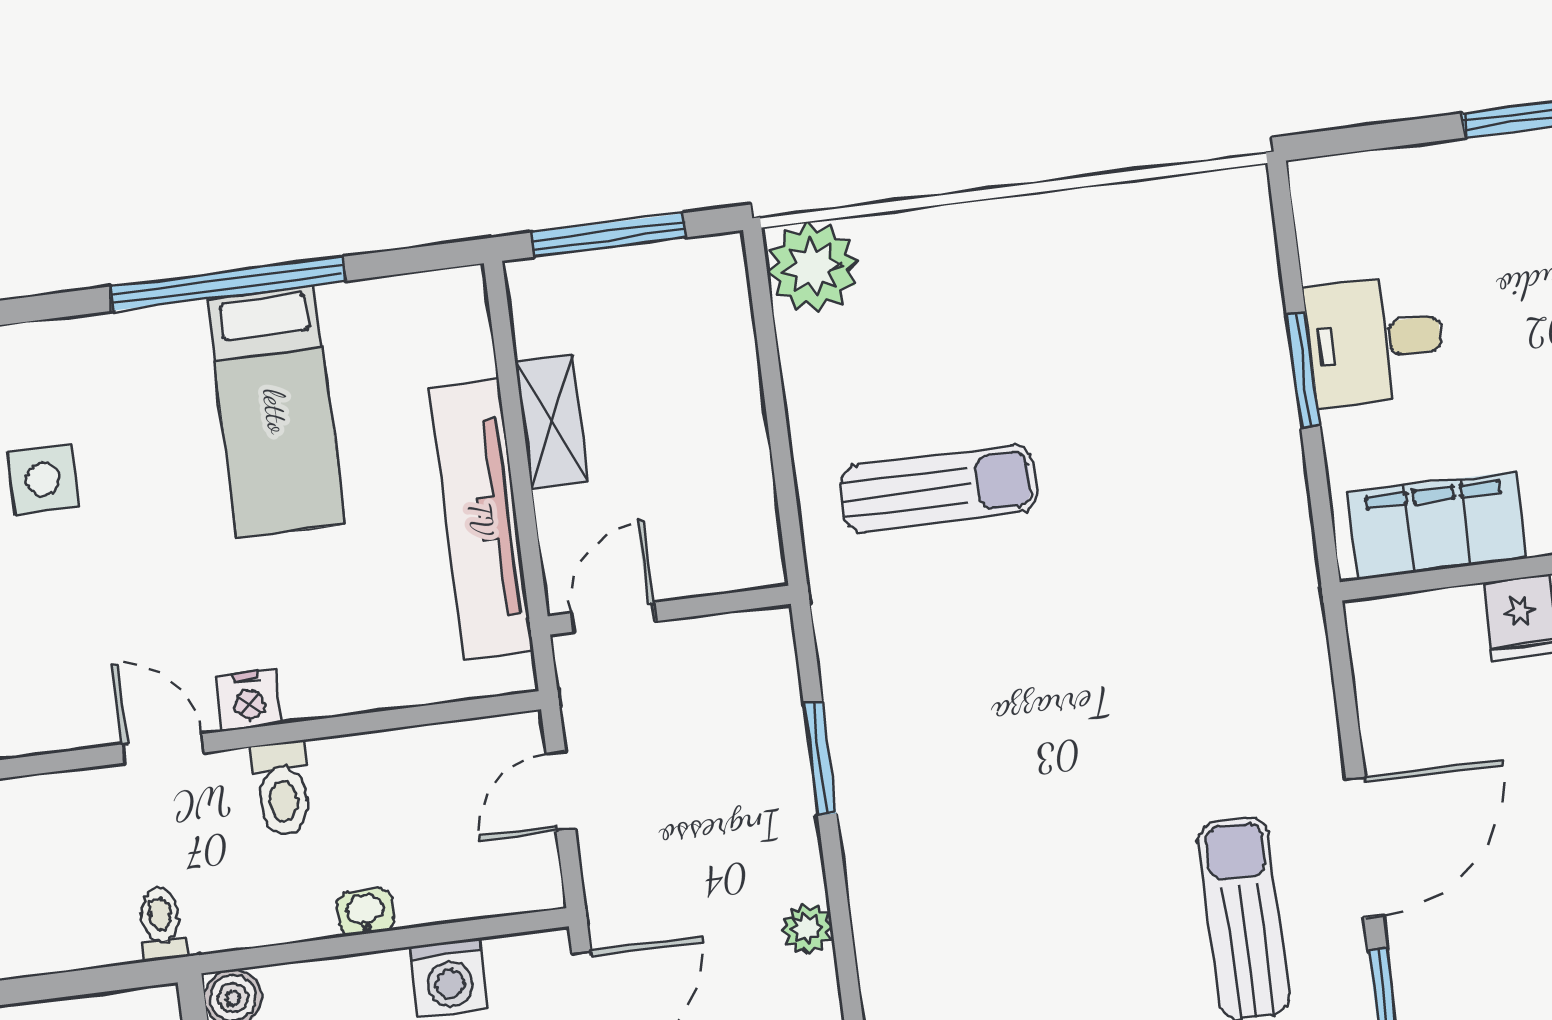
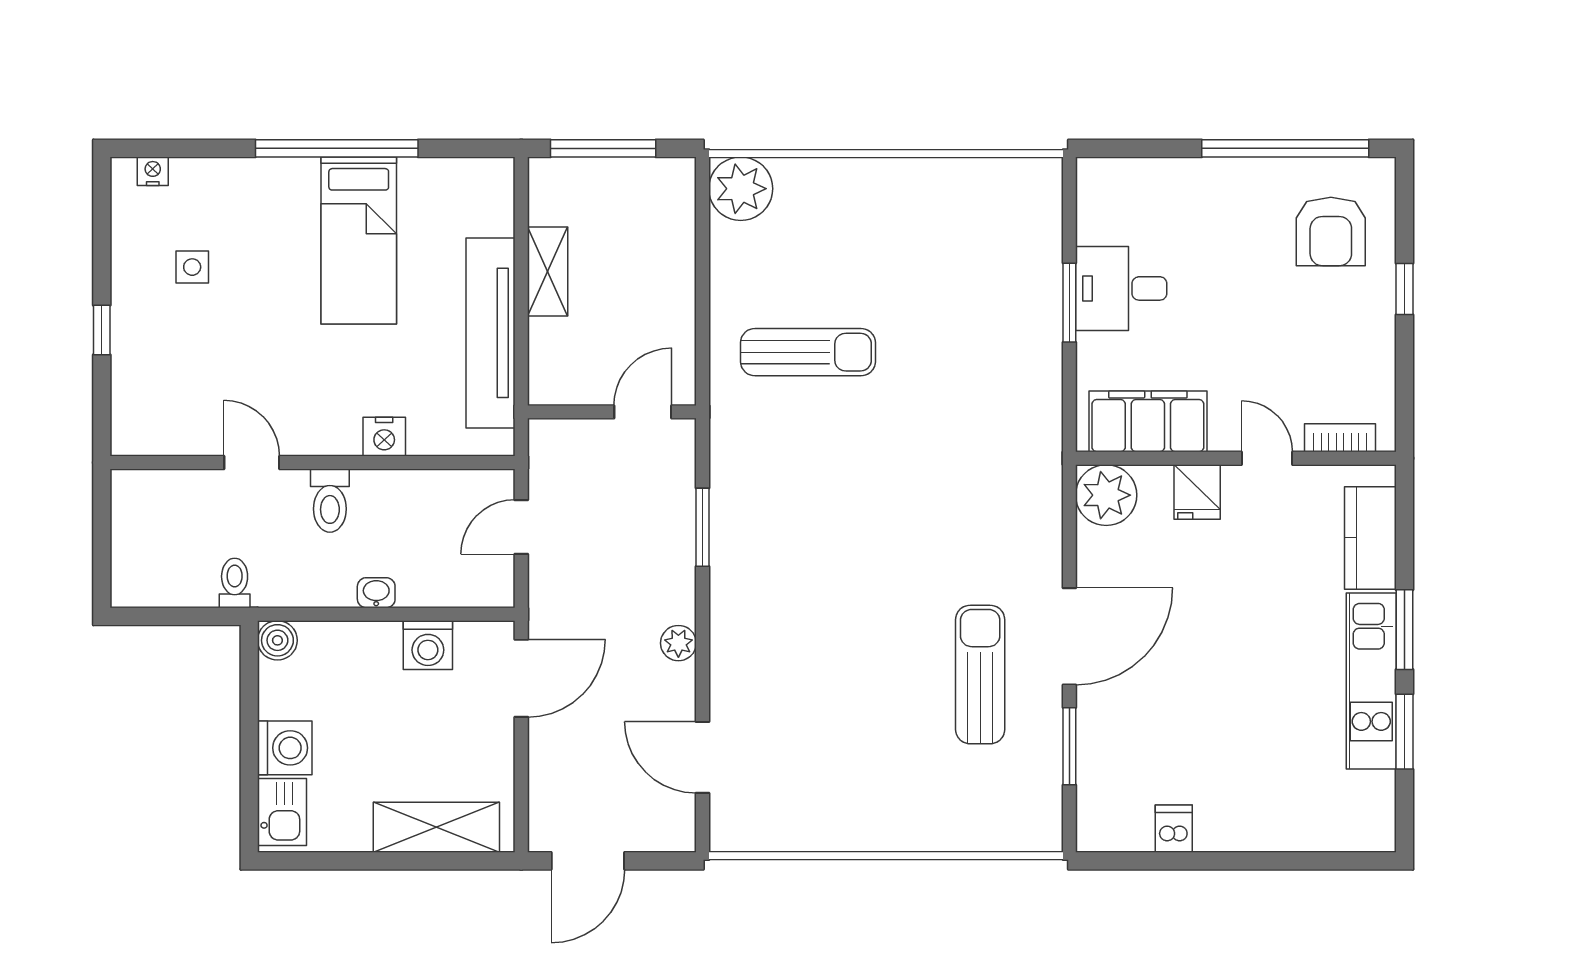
side table: (43, 480) -> (192, 267), width x0.73, depth x0.73
door: (613, 617) -> (643, 412), moved
plant: (1391, 639) -> (1106, 495), added
nightstand: (249, 700) -> (384, 437), moved

